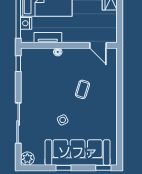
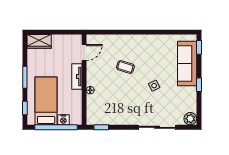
tv unit: (48, 38) -> (77, 76), moved
sofa: (78, 152) -> (187, 64), width x0.74, depth x0.79

